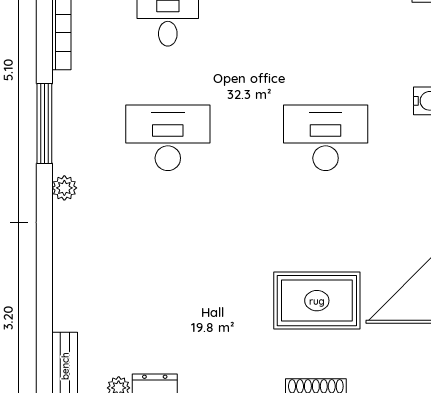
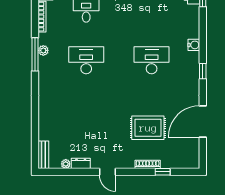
plant: (64, 188) -> (43, 50), moved

